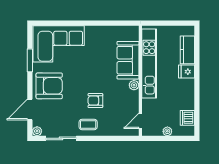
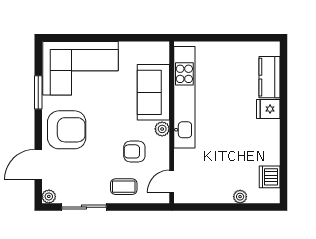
sofa: (128, 60) -> (153, 92), moved
kitchen unit: (149, 64) -> (184, 97), moved
wall: (140, 81) -> (172, 122), moved
plant: (134, 85) -> (162, 129), moved
door: (140, 121) -> (172, 181), moved

